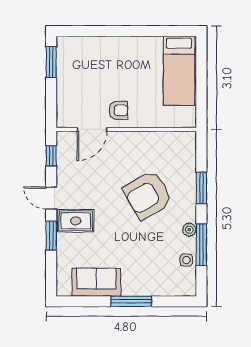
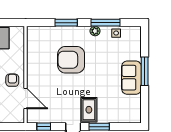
armchair: (148, 195) -> (71, 60), turned 120
sofa: (96, 282) -> (131, 78), moved

